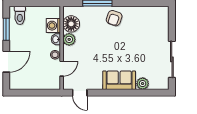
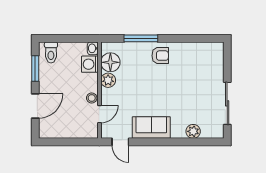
armchair: (114, 18) -> (160, 56), turned -109
washbasin: (56, 39) -> (93, 48), moved
sofa: (119, 80) -> (151, 128), moved

